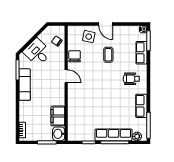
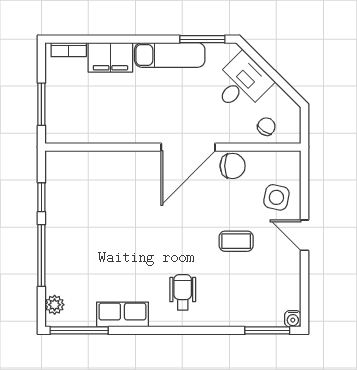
door: (106, 24) -> (304, 235), hinge flipped
row of seats: (142, 53) -> (240, 315), removed
door: (66, 76) -> (188, 147), width x1.87
filing cabinet: (58, 116) -> (110, 57), moved, turned 180
washbasin: (59, 134) -> (60, 131), removed
row of seats: (114, 135) -> (58, 253), removed

